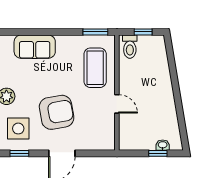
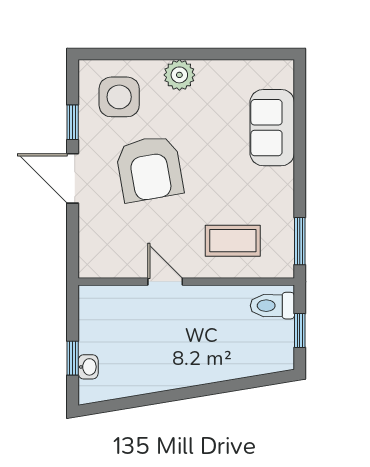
coffee table: (95, 68) -> (233, 241), width x0.73, depth x0.76
door: (117, 104) -> (165, 282), swing flipped
window: (19, 153) -> (73, 122), moved

